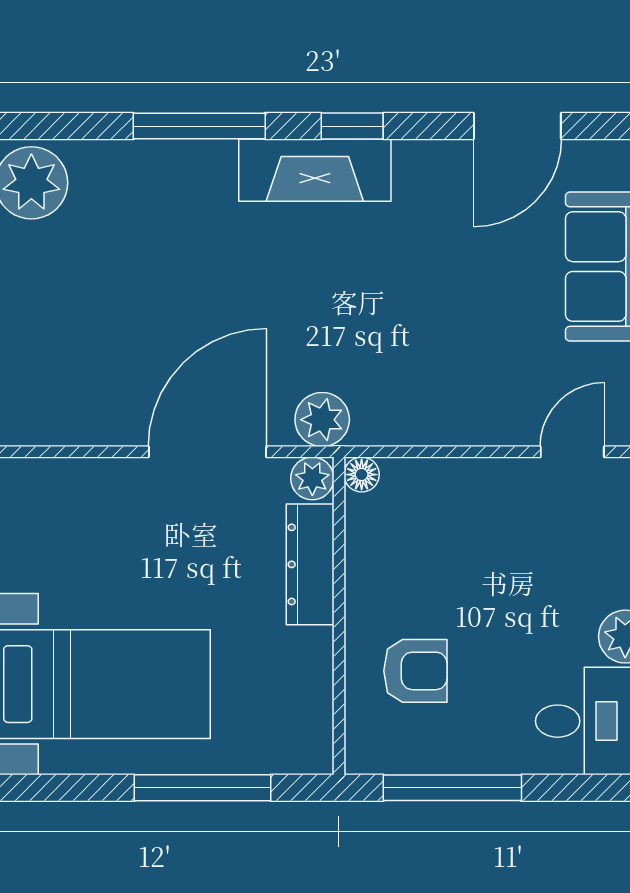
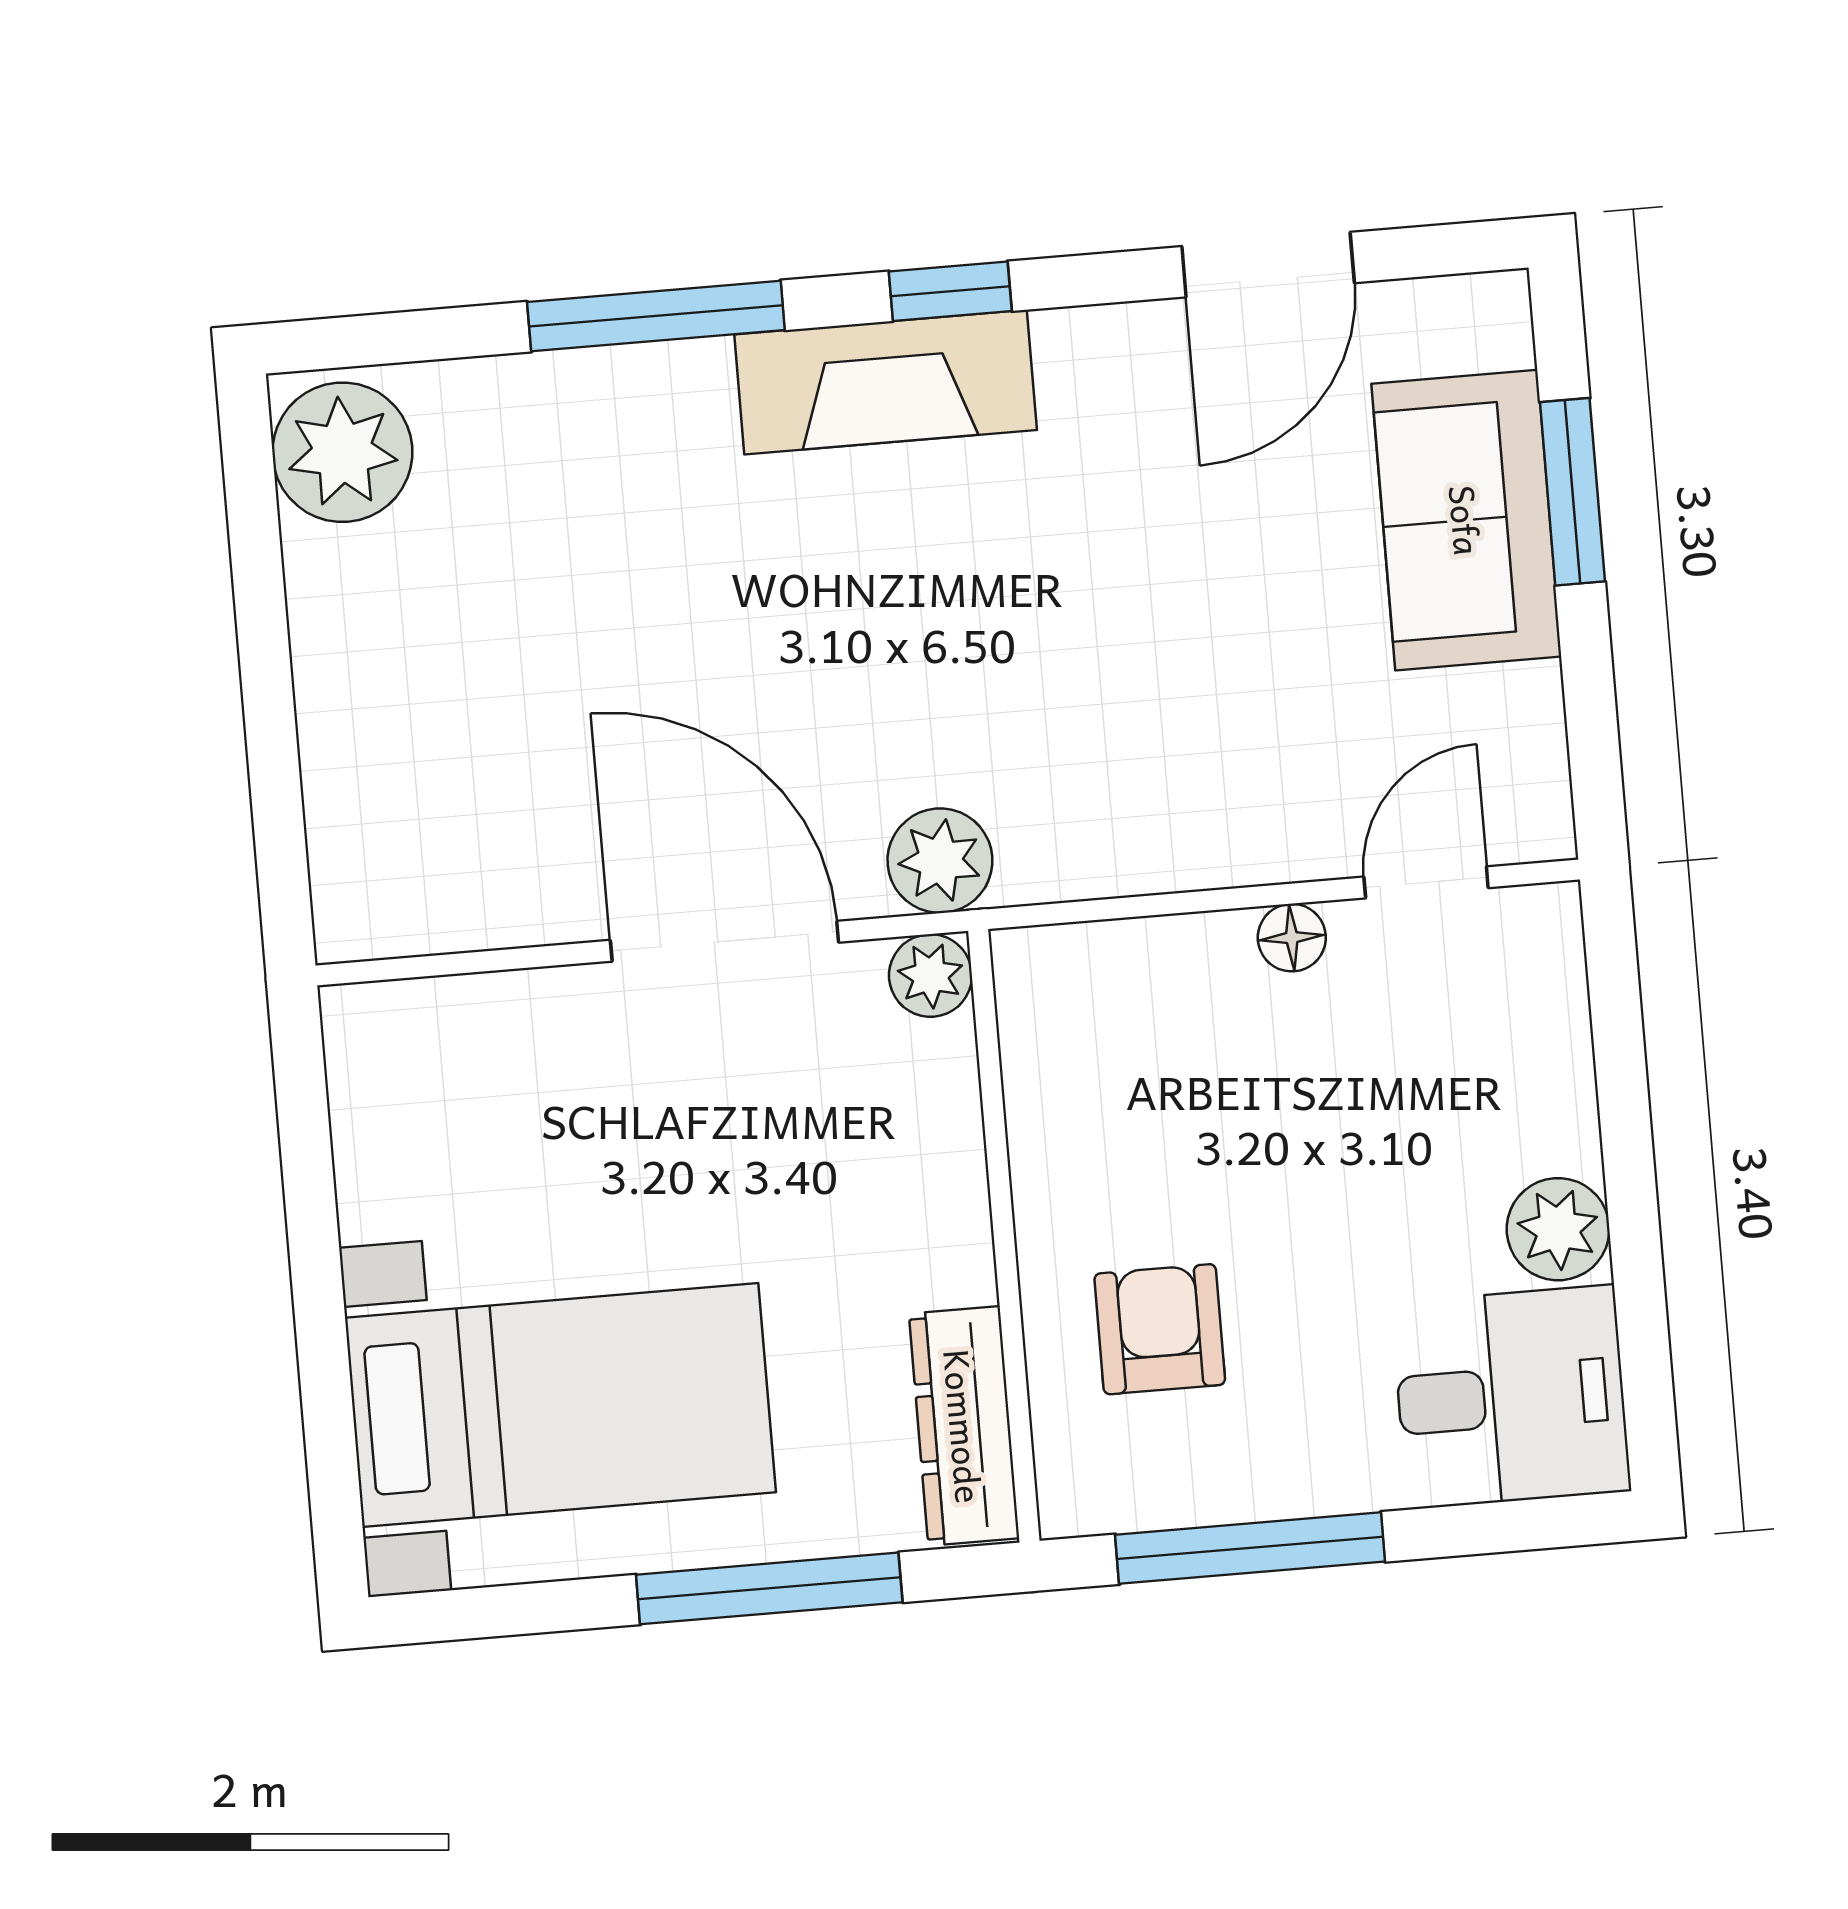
door: (207, 452) -> (724, 941), hinge flipped
floor lamp: (362, 475) -> (1292, 938), moved
dresser: (310, 564) -> (964, 1426), moved
armchair: (415, 671) -> (1160, 1329), turned -90

